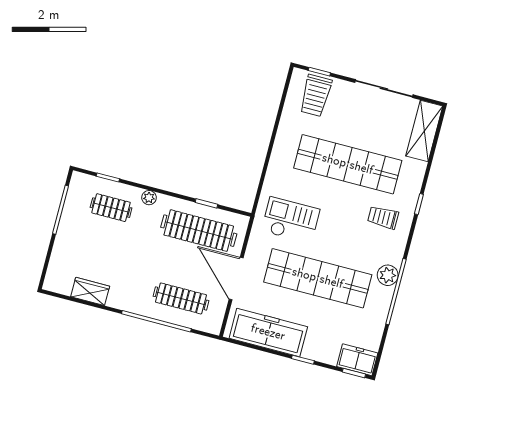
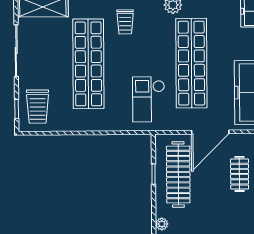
trolley: (316, 96) -> (38, 107), turned 90
clothes rail: (181, 298) -> (240, 174), width x0.73

